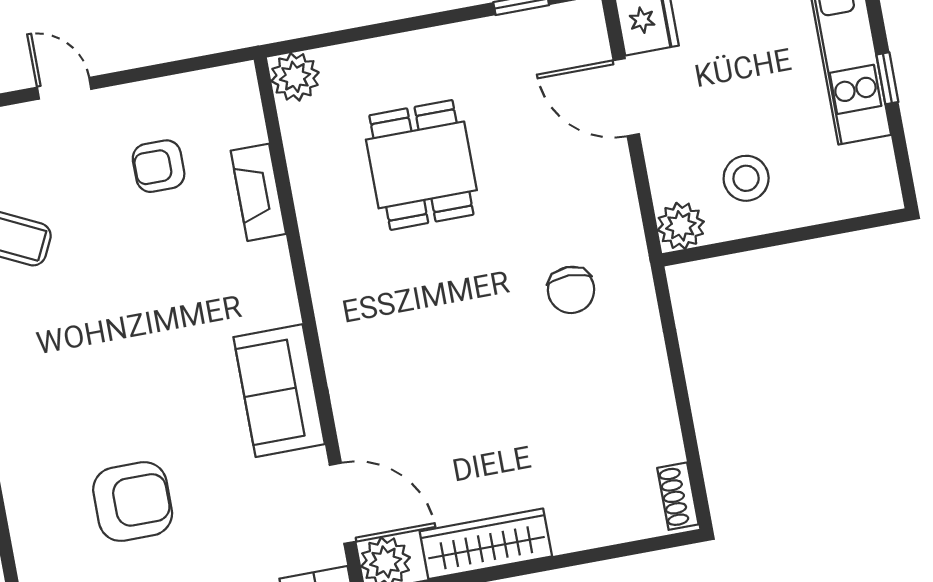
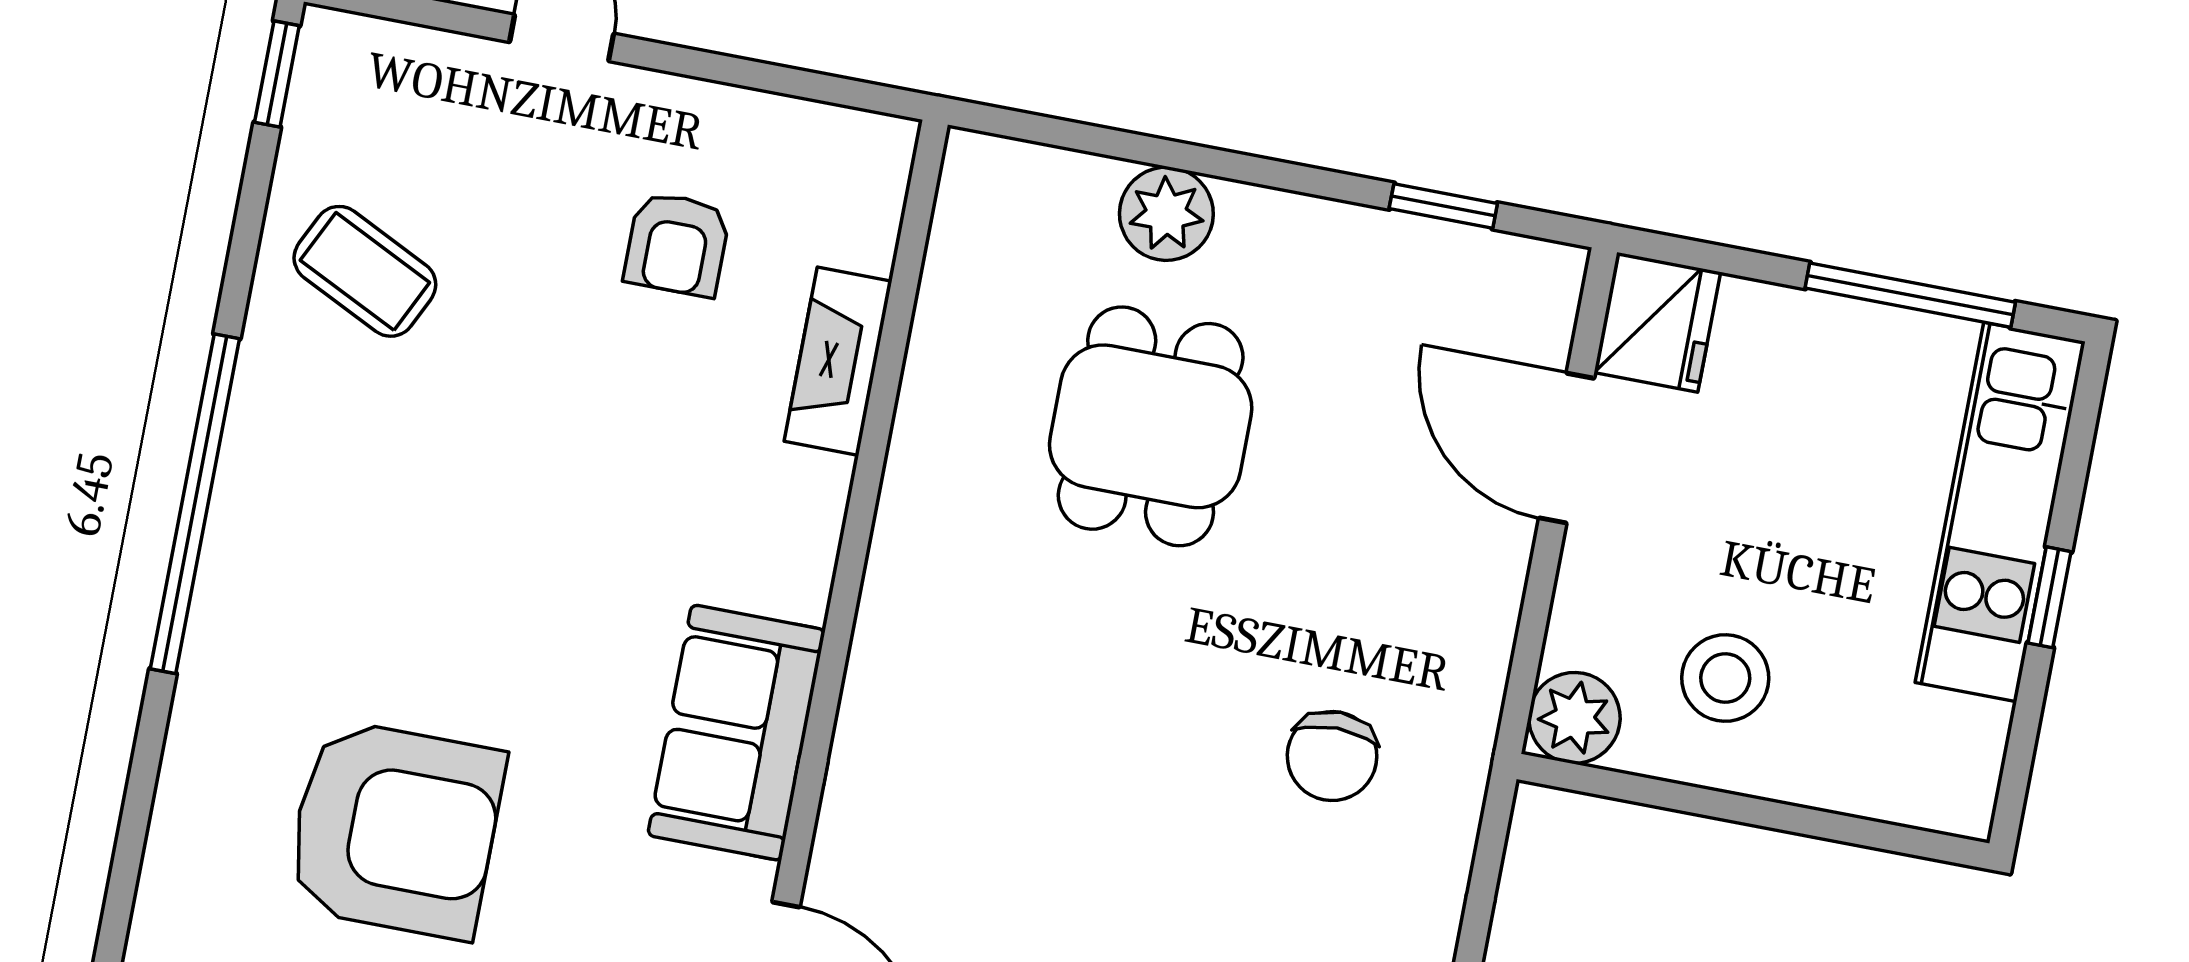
plant: (295, 77) -> (1166, 214), moved
armchair: (159, 166) -> (677, 244), turned -90
armchair: (133, 502) -> (395, 829), width x1.36, depth x1.36

